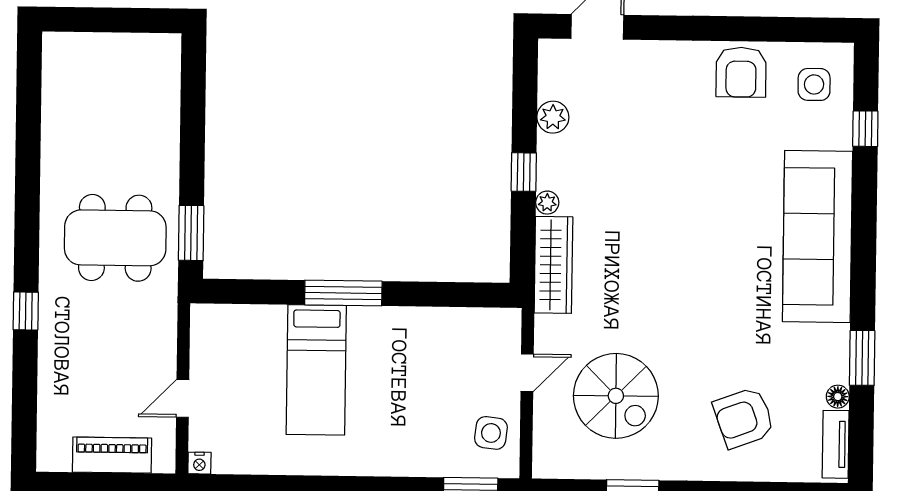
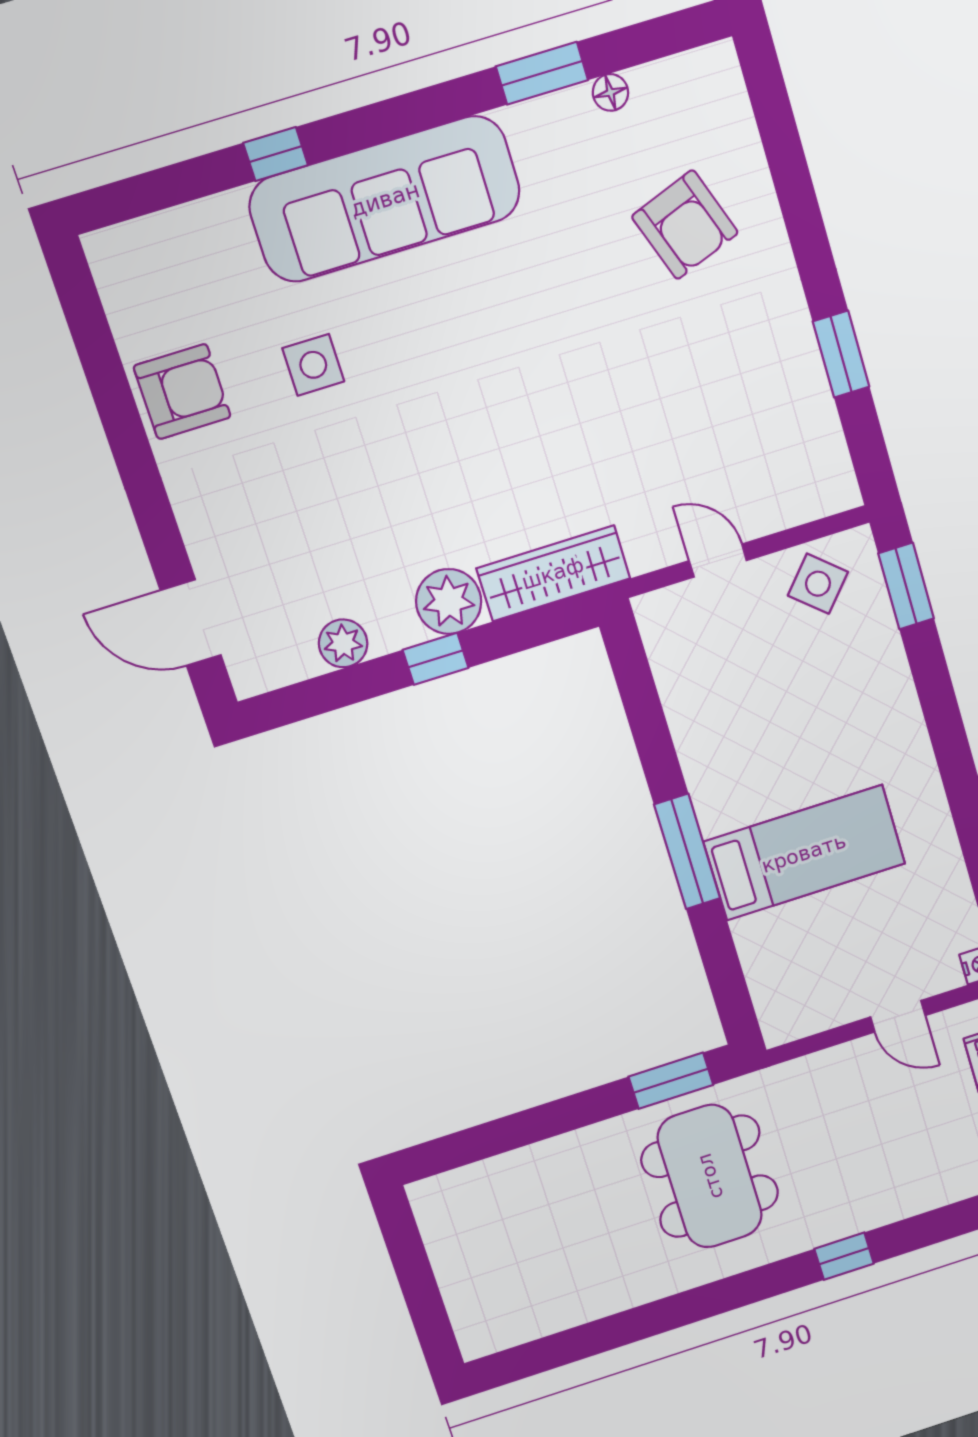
side table: (814, 84) -> (313, 365), moved
window: (865, 129) -> (276, 154), moved
plant: (547, 203) -> (449, 601), width x1.88, depth x1.88
spiral stairs: (616, 396) -> (711, 423), removed
side table: (491, 433) -> (818, 584), turned 34
tv unit: (836, 444) -> (681, 73), removed

